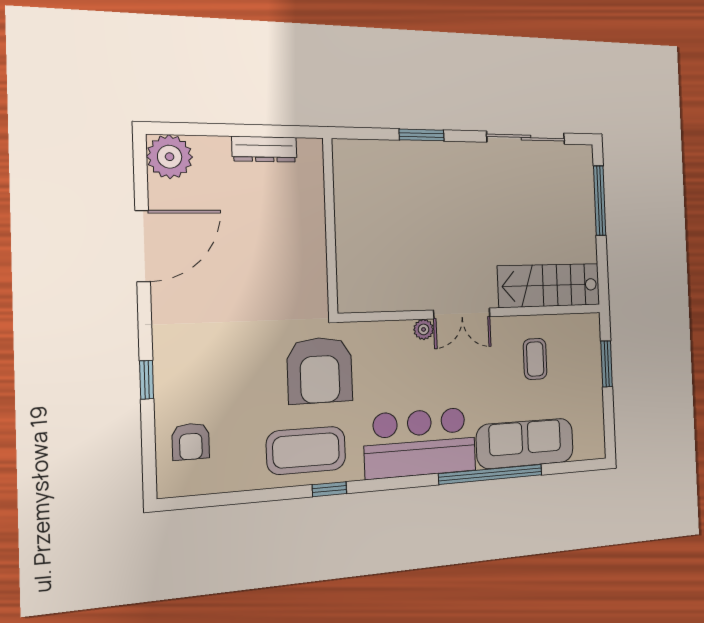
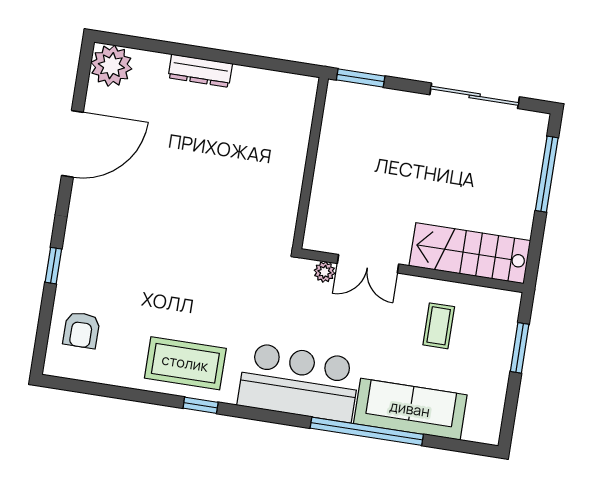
wall: (330, 226) -> (310, 163), moved
armchair: (320, 370) -> (213, 290), removed

